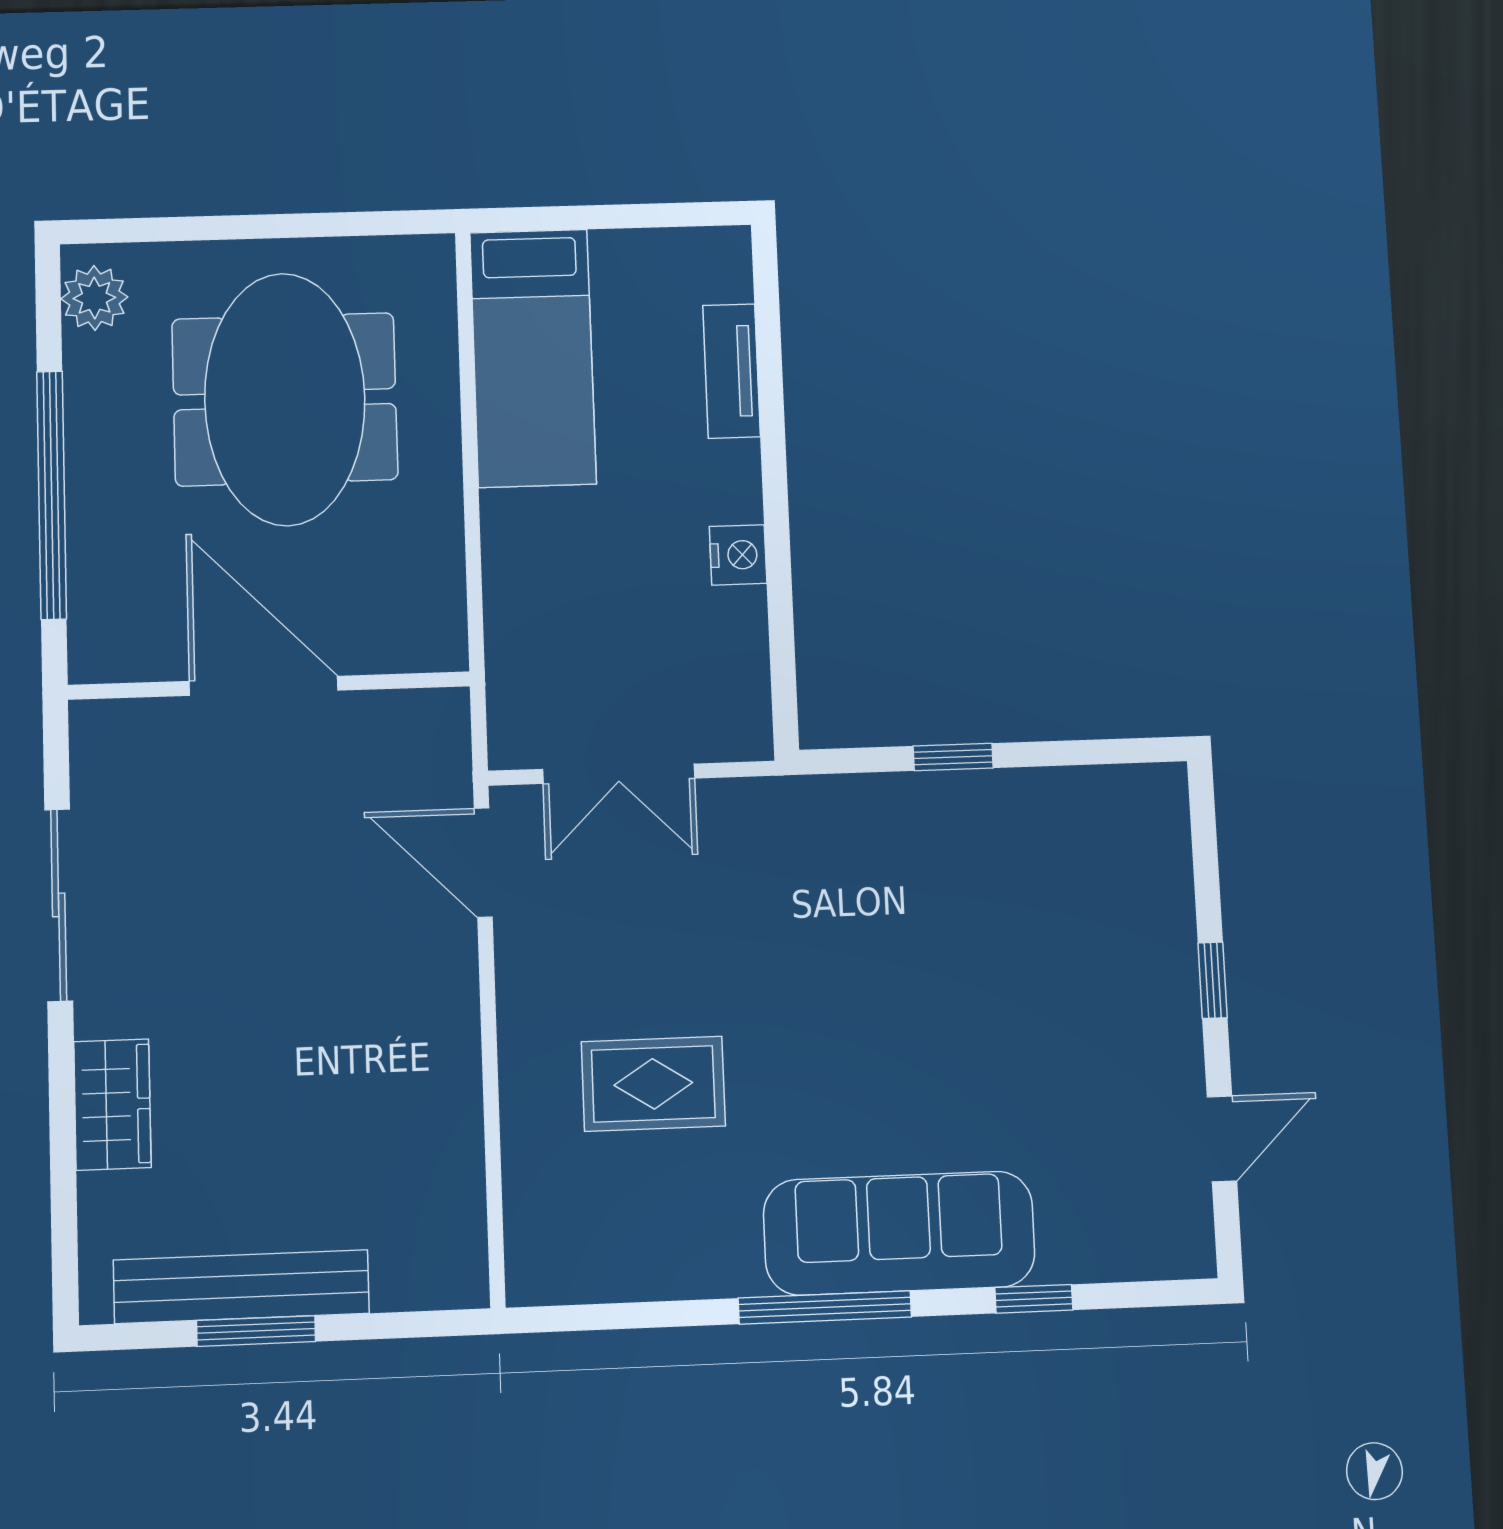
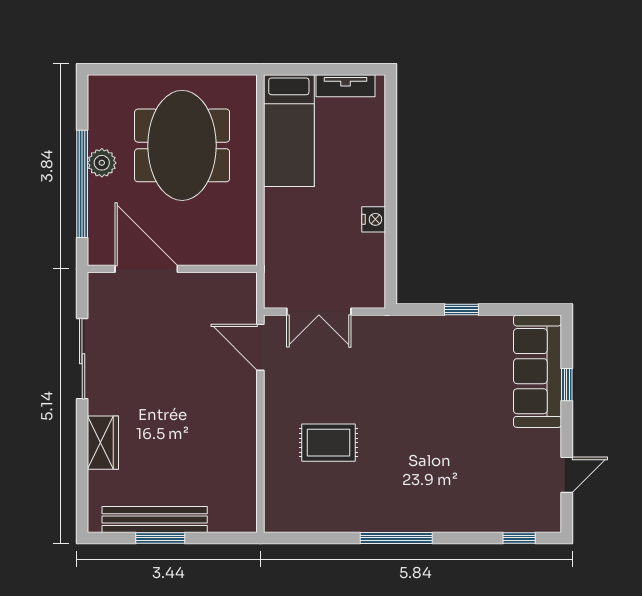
plant: (94, 298) -> (102, 163), moved
tv unit: (732, 371) -> (346, 86), moved, turned -90
door: (264, 686) -> (146, 269), moved
window: (1213, 980) -> (567, 385), moved
sofa: (899, 1233) -> (538, 371), moved, turned -90
window: (1034, 1299) -> (519, 538), moved

